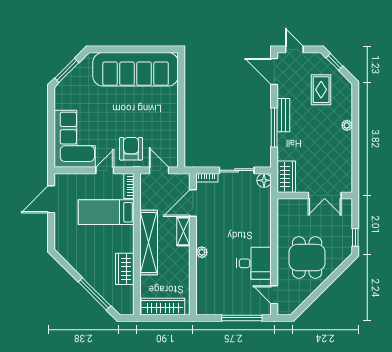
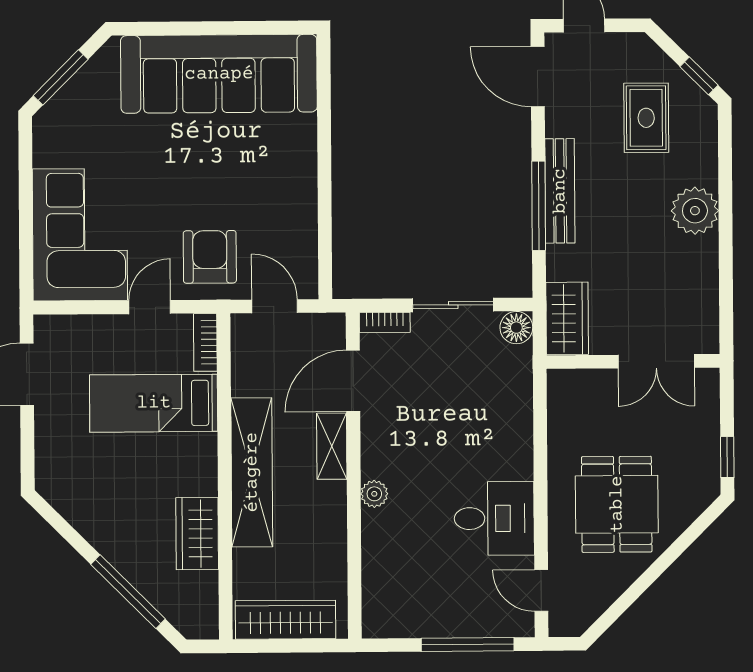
window: (334, 62) -> (699, 76), moved
bench: (283, 115) -> (560, 191), width x1.36
plant: (347, 125) -> (695, 211), width x1.88, depth x1.88

